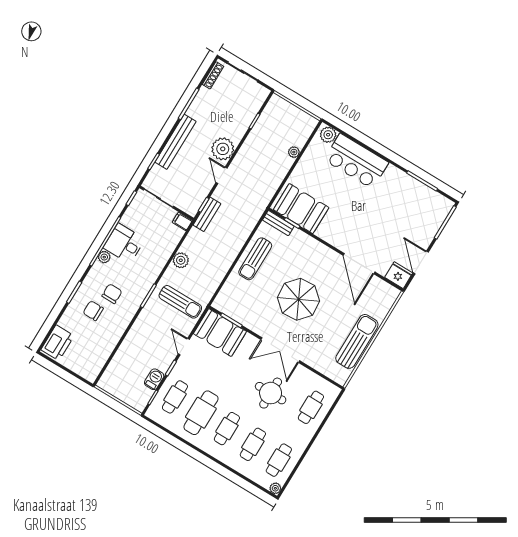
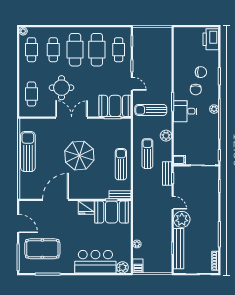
bench: (175, 142) -> (179, 249), moved
pool table: (410, 215) -> (42, 249), added
desk: (124, 243) -> (185, 111), moved, turned 180
sun lounger: (216, 252) -> (147, 154), added
door: (359, 264) -> (56, 200), hinge flipped
fridge: (399, 275) -> (86, 208), moved
sun lounger: (357, 341) -> (28, 151), turned 180
barbecue: (154, 379) -> (138, 266), moved
cafe table: (227, 429) -> (75, 50), width x1.37, depth x1.35

